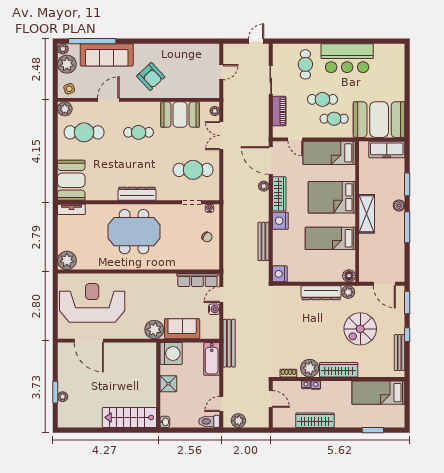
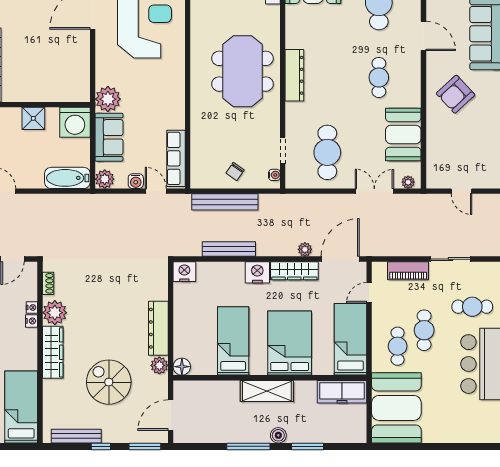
freezer: (387, 150) -> (342, 392), moved, turned -90
plant: (213, 332) -> (105, 179), added
bench: (229, 343) -> (225, 202), moved

